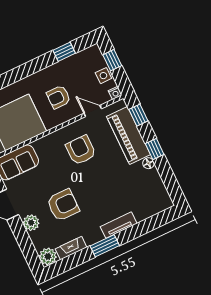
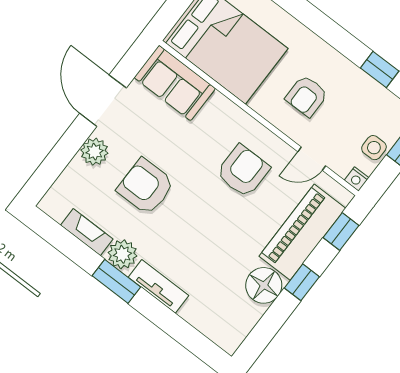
armchair: (59, 97) -> (307, 96), turned -90
door: (93, 111) -> (312, 159), swing flipped
floor lamp: (148, 163) -> (264, 285), width x1.89, depth x1.89
armchair: (63, 205) -> (146, 187), turned 180
plant: (48, 256) -> (122, 254), moved

